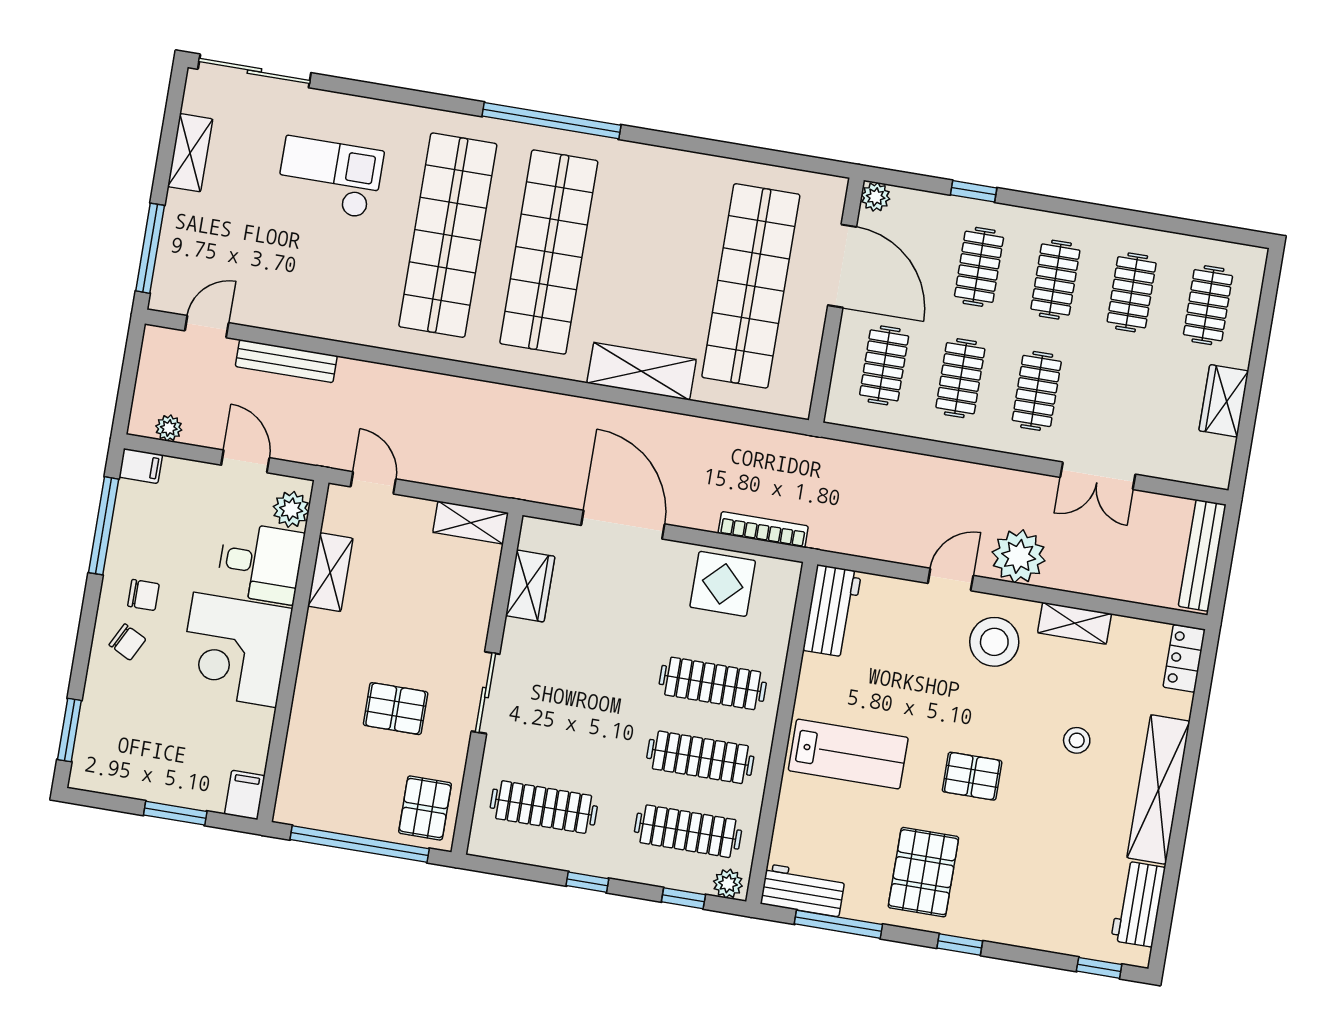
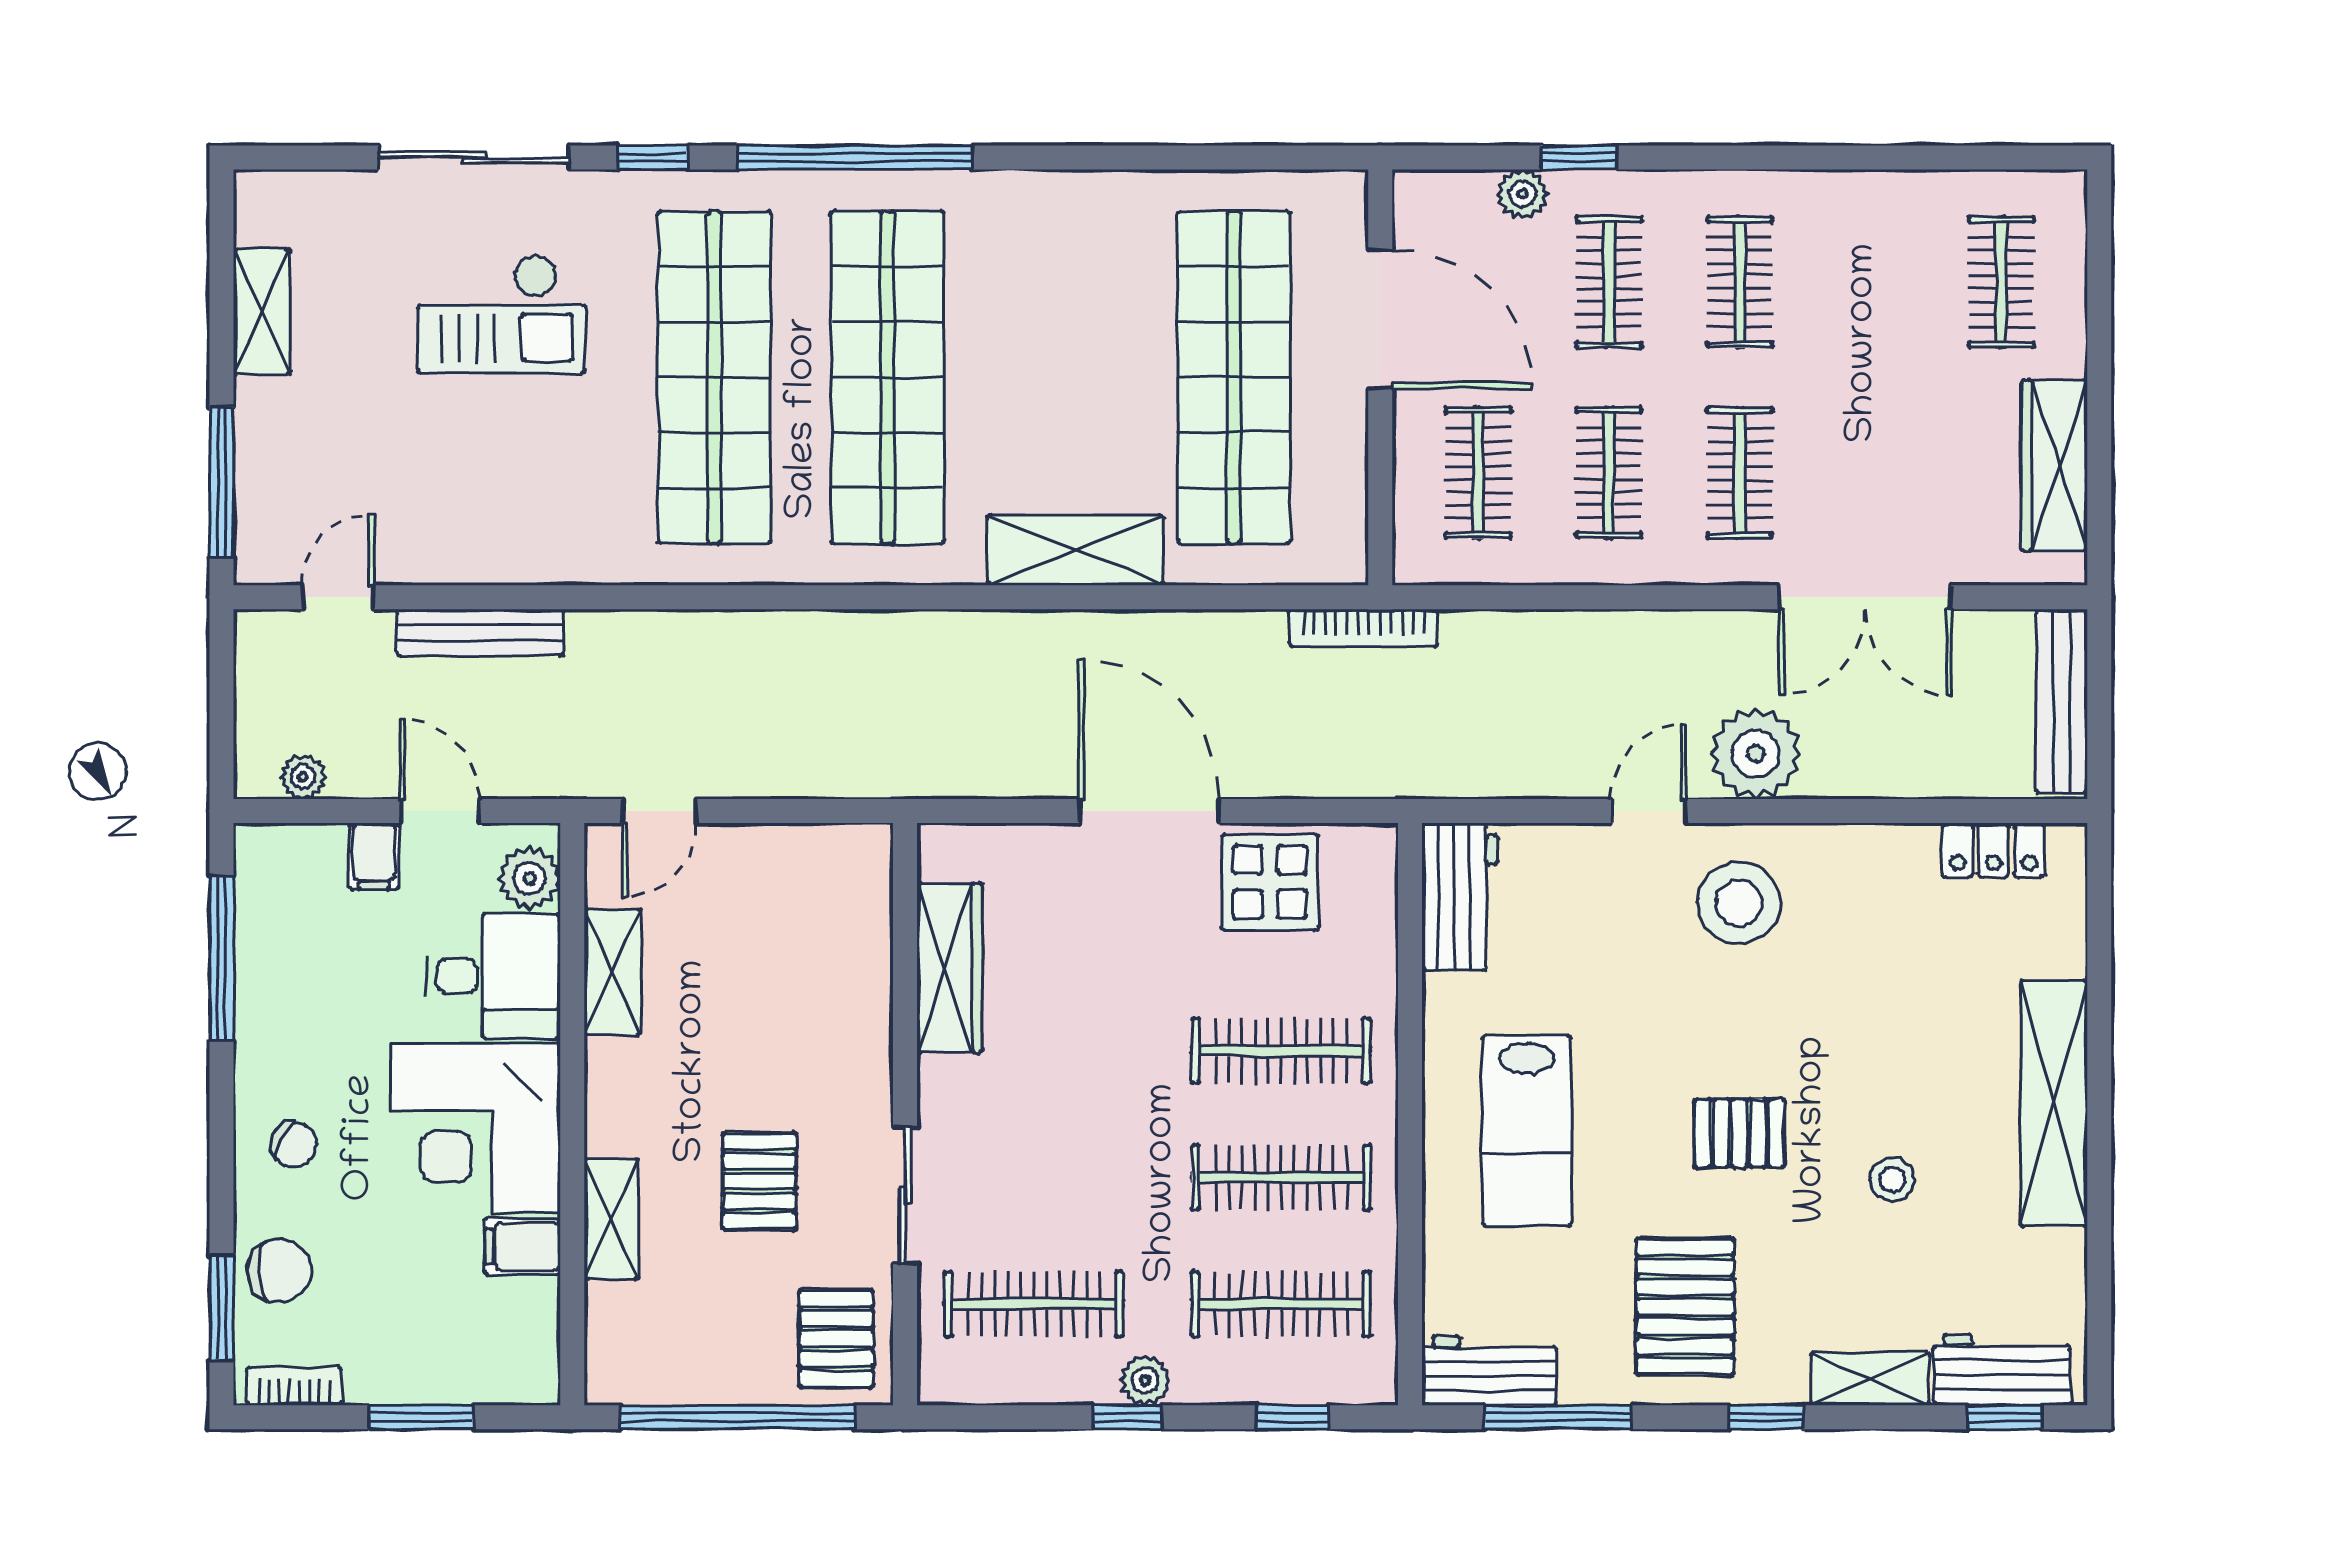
sliding door: (254, 71) -> (474, 157), moved
window: (433, 101) -> (652, 157), added
checkout: (330, 177) -> (501, 314), turned 180
plant: (876, 197) -> (1523, 194), moved
clothes rail: (1132, 292) -> (1871, 282), removed
wardrobe: (1224, 401) -> (2054, 466), width x1.50
filing cabinet: (141, 466) -> (374, 856), moved, turned 90
double door: (1098, 476) -> (1865, 597), width x1.37
door: (373, 483) -> (659, 811), swing flipped
shelving: (471, 523) -> (611, 1219), moved, turned 90
door: (623, 525) -> (1149, 811), moved
bookcase: (763, 530) -> (1363, 628), moved, turned 180
wardrobe: (530, 586) -> (950, 968), width x1.50
chair: (143, 595) -> (279, 1271), moved, width x1.37, depth x1.37
shelving: (1074, 623) -> (1870, 1379), moved
locker: (1184, 658) -> (1994, 850), moved, turned -90
sliding door: (486, 693) -> (905, 1195), moved
pallet: (396, 709) -> (759, 1181), turned 90
stool: (1077, 740) -> (1892, 1180), moved
lab bench: (848, 754) -> (1527, 1131), turned 90
bookcase: (104, 783) -> (294, 1386), added
filing cabinet: (245, 795) -> (522, 1246), moved, turned -90
plant: (728, 884) -> (1145, 1380), moved
workbench: (1138, 904) -> (2002, 1370), moved, turned 90

